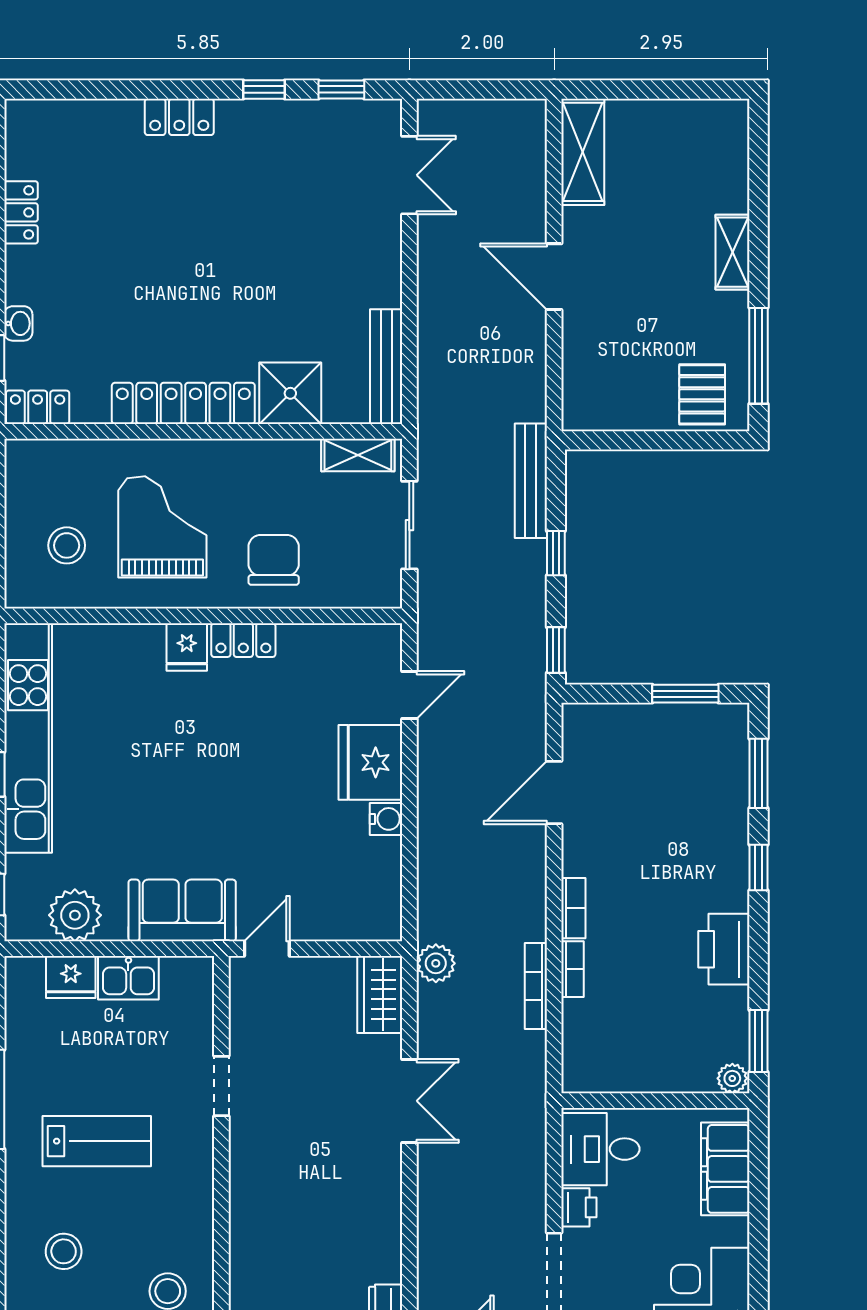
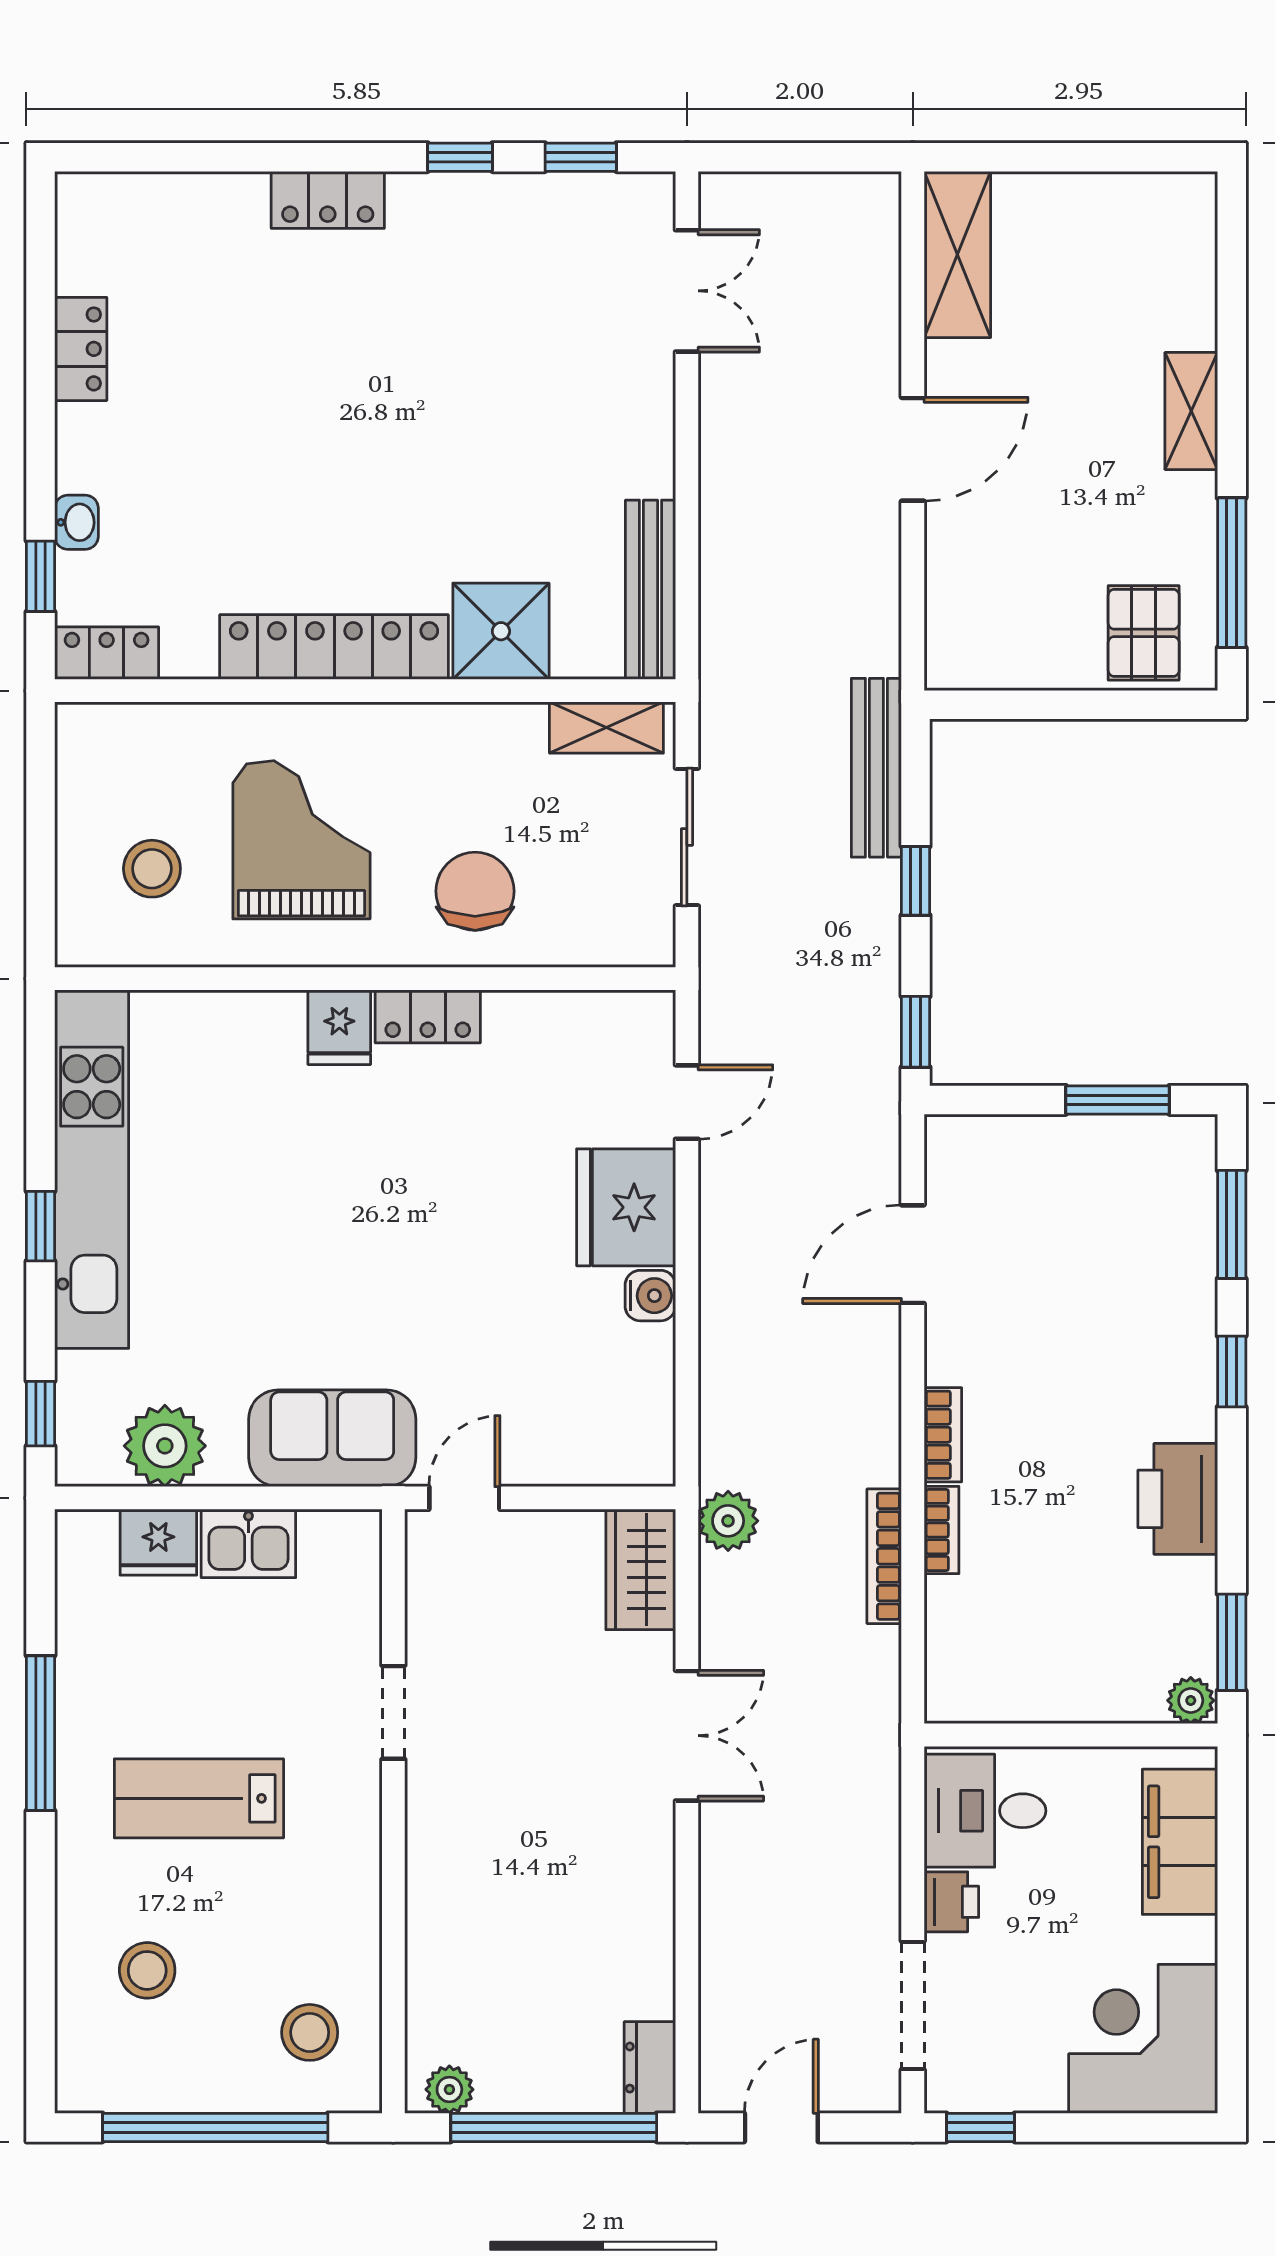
door: (554, 277) -> (913, 449), swing flipped
lab bench: (97, 1141) -> (199, 1798), turned 180

